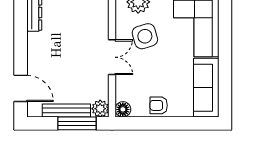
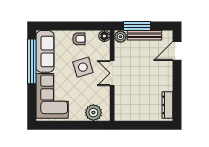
side table: (145, 36) -> (83, 67), moved
window: (225, 74) -> (32, 61), added
door: (21, 88) -> (177, 51), hinge flipped

